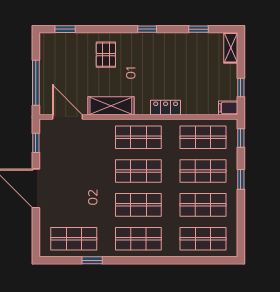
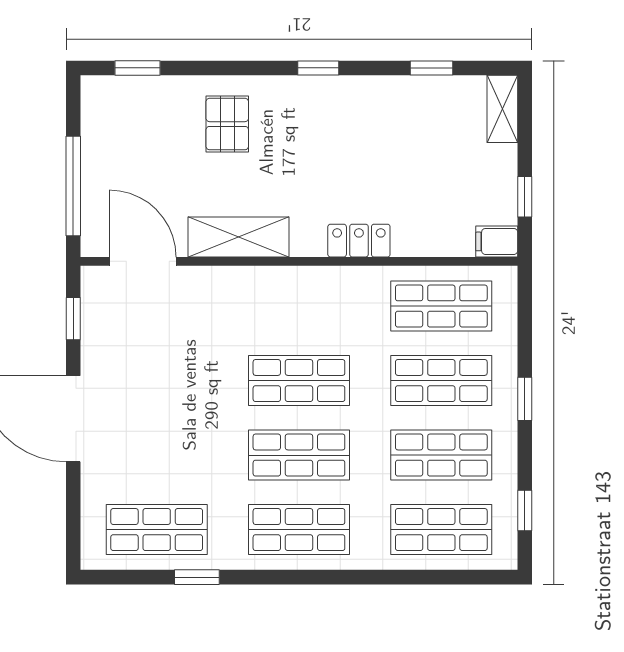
shop shelf: (138, 137) -> (299, 306), removed
window: (241, 138) -> (525, 511), moved

